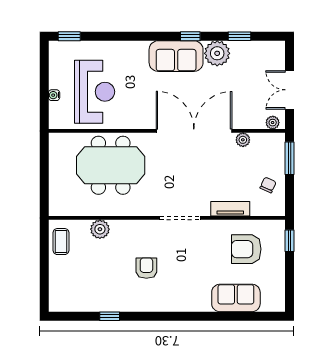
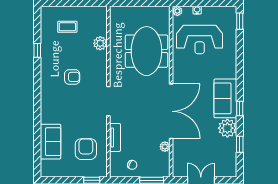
plant: (273, 123) -> (177, 11), moved
coffee table: (61, 242) -> (67, 27), moved

